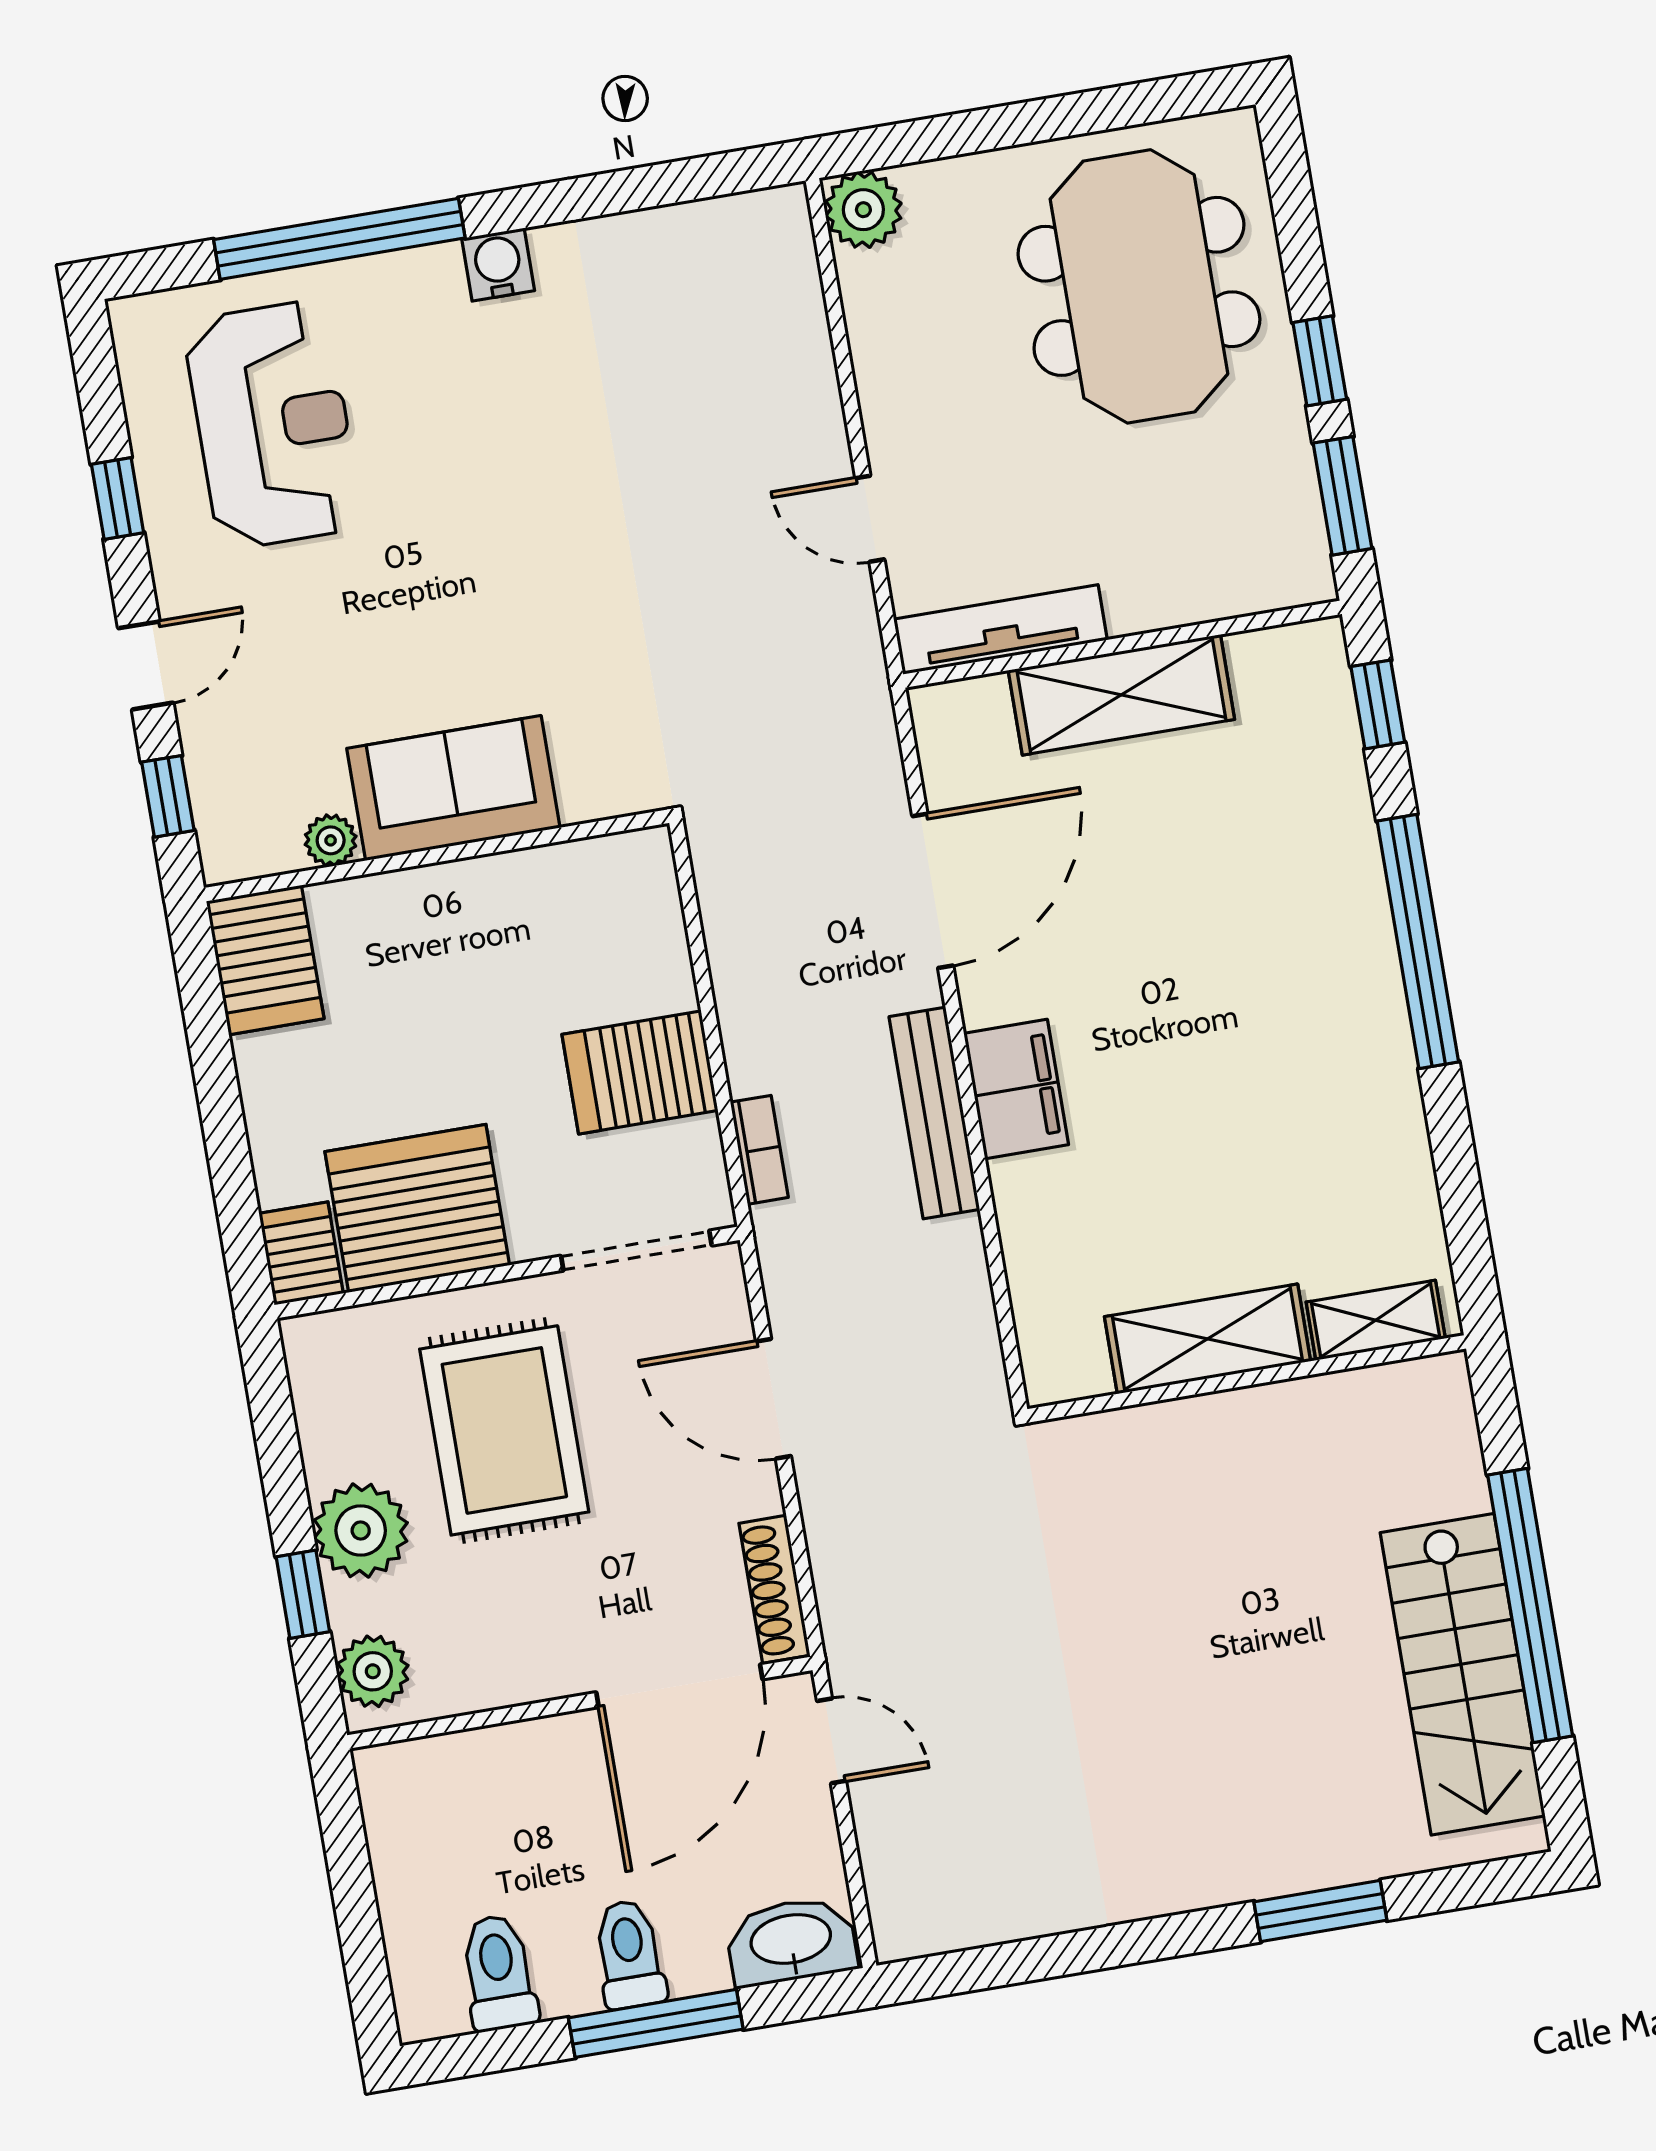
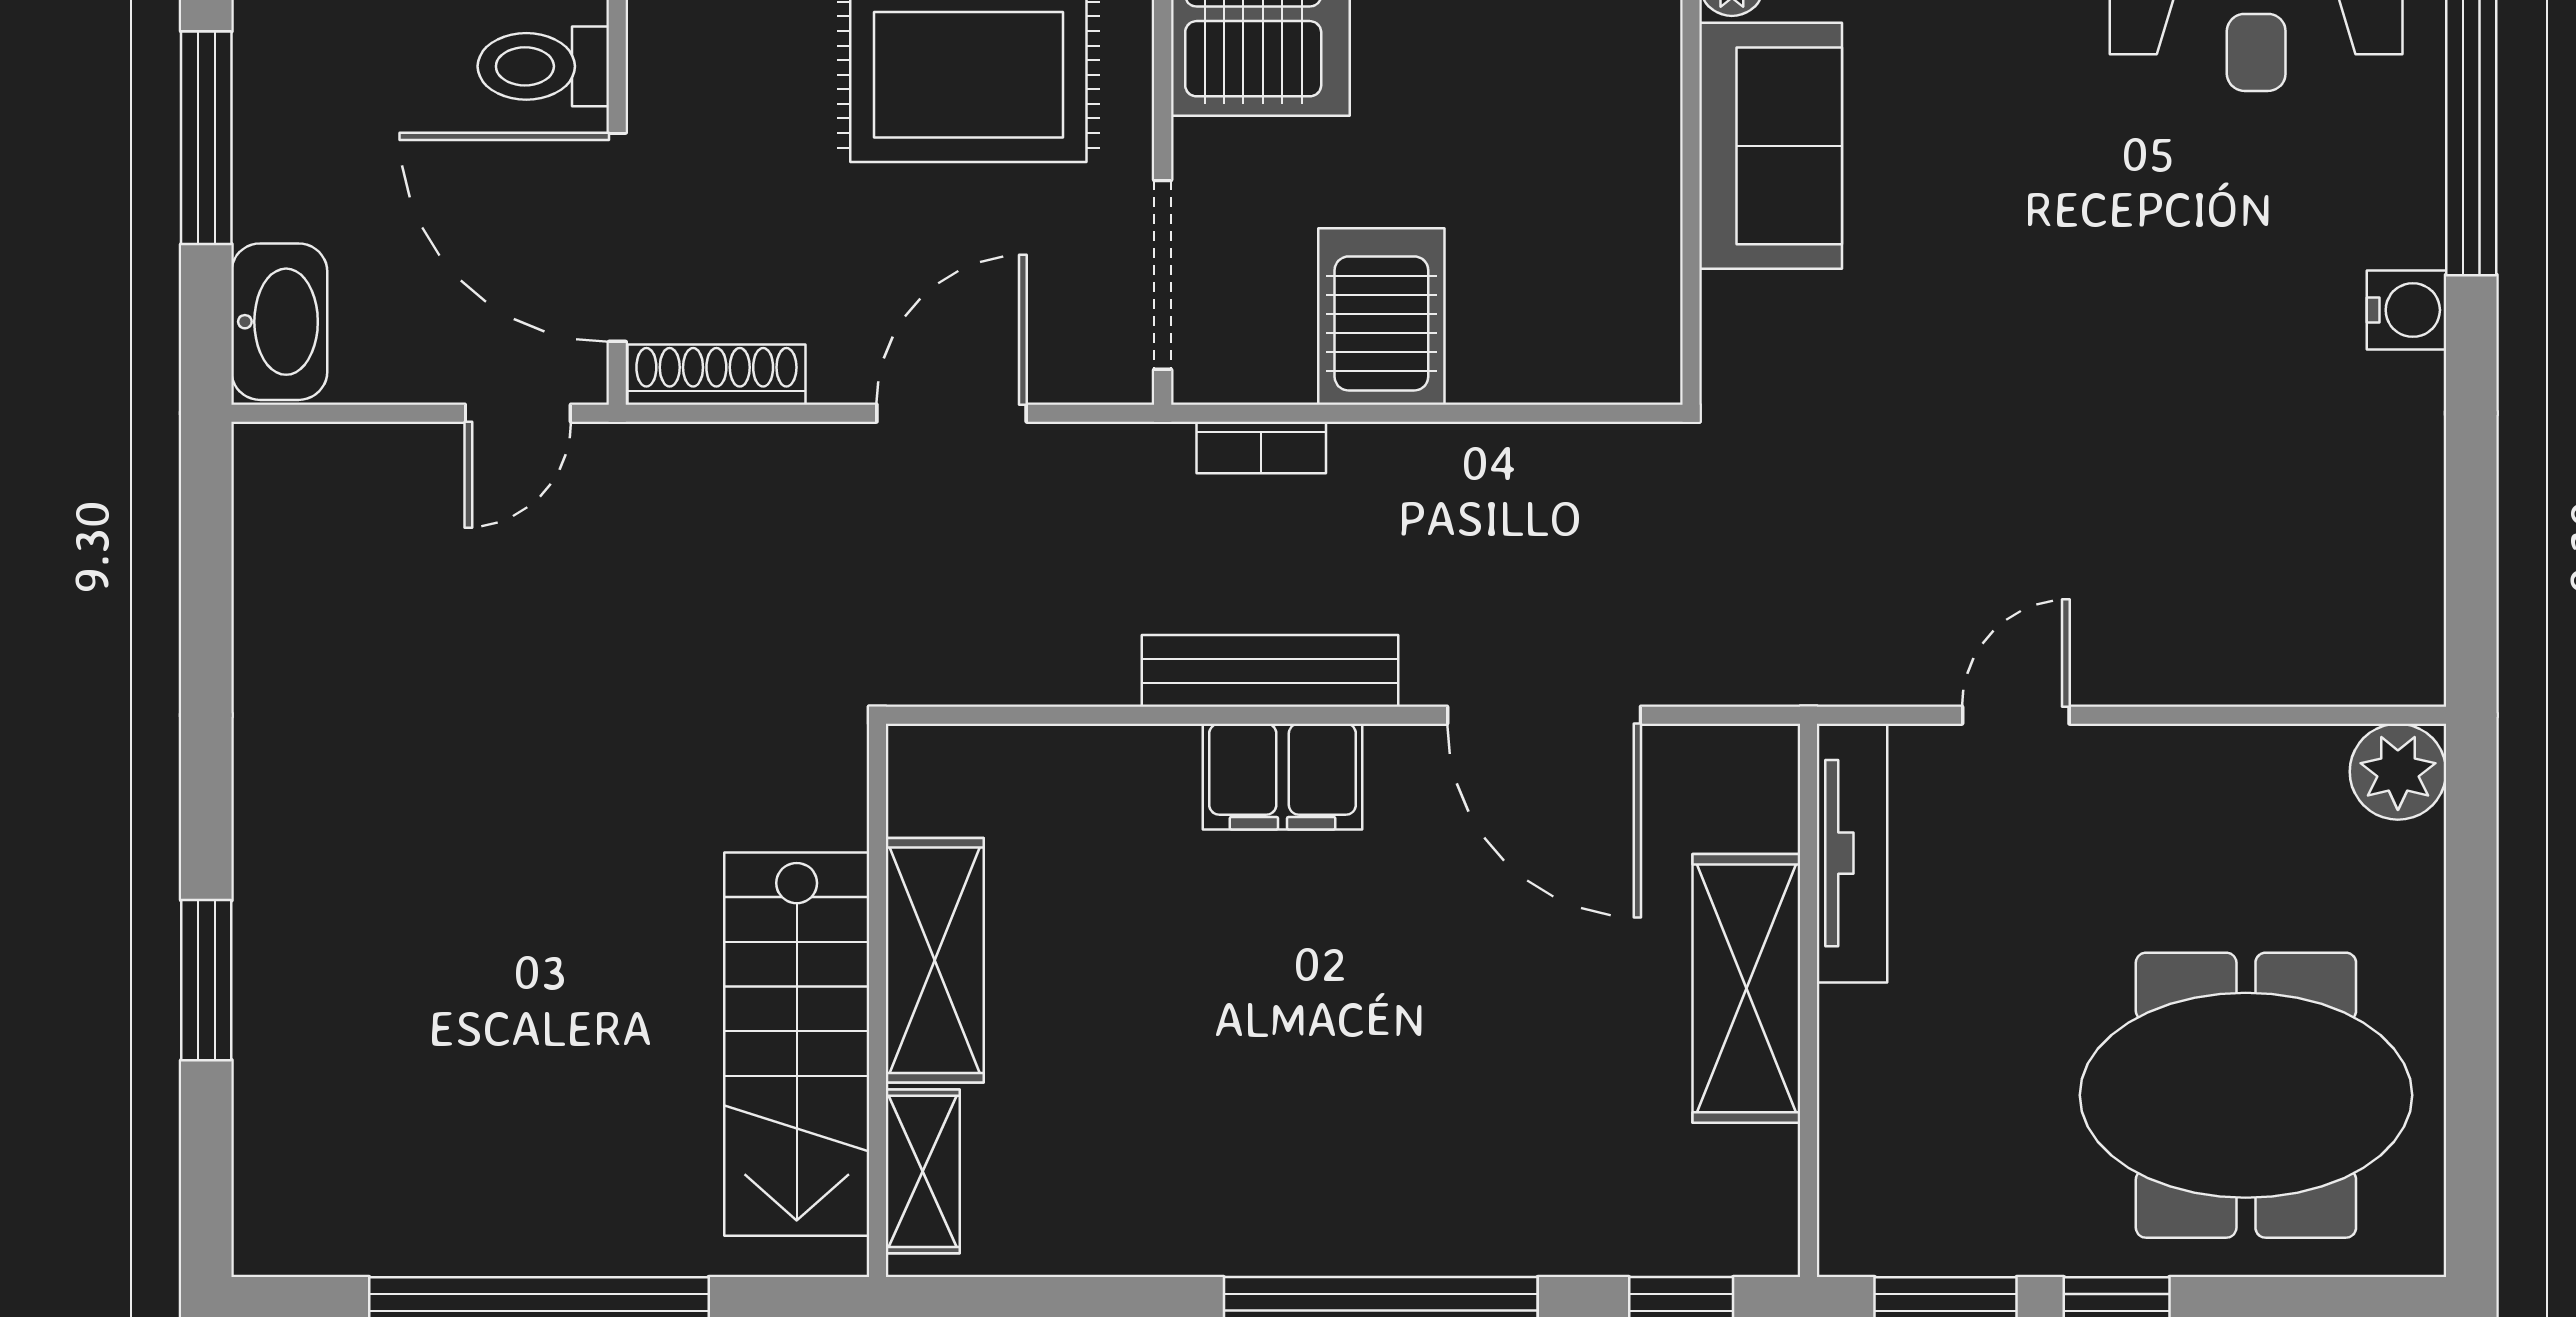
stairs: (1463, 1674) -> (797, 1044), moved, turned -90
toilet: (629, 1954) -> (543, 66), moved, turned 180

